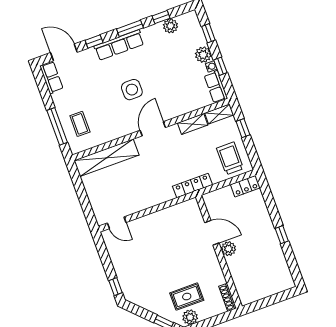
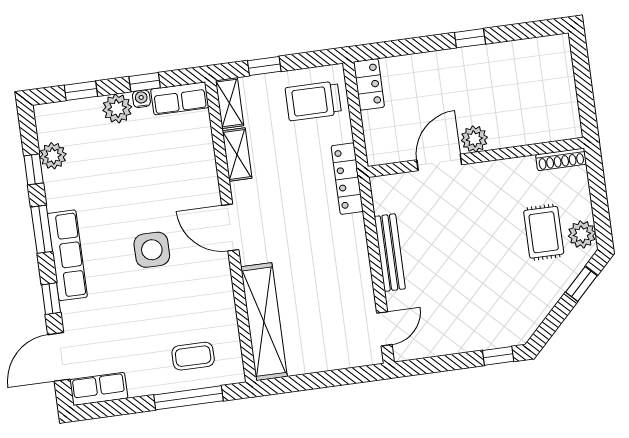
bench: (158, 217) -> (390, 253), added

